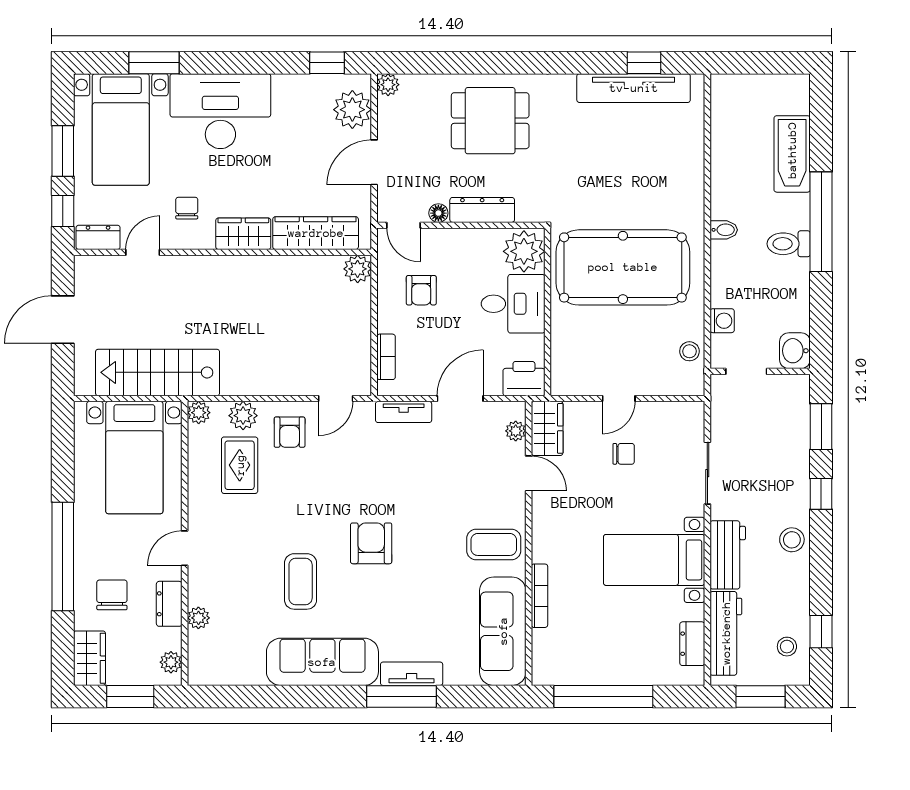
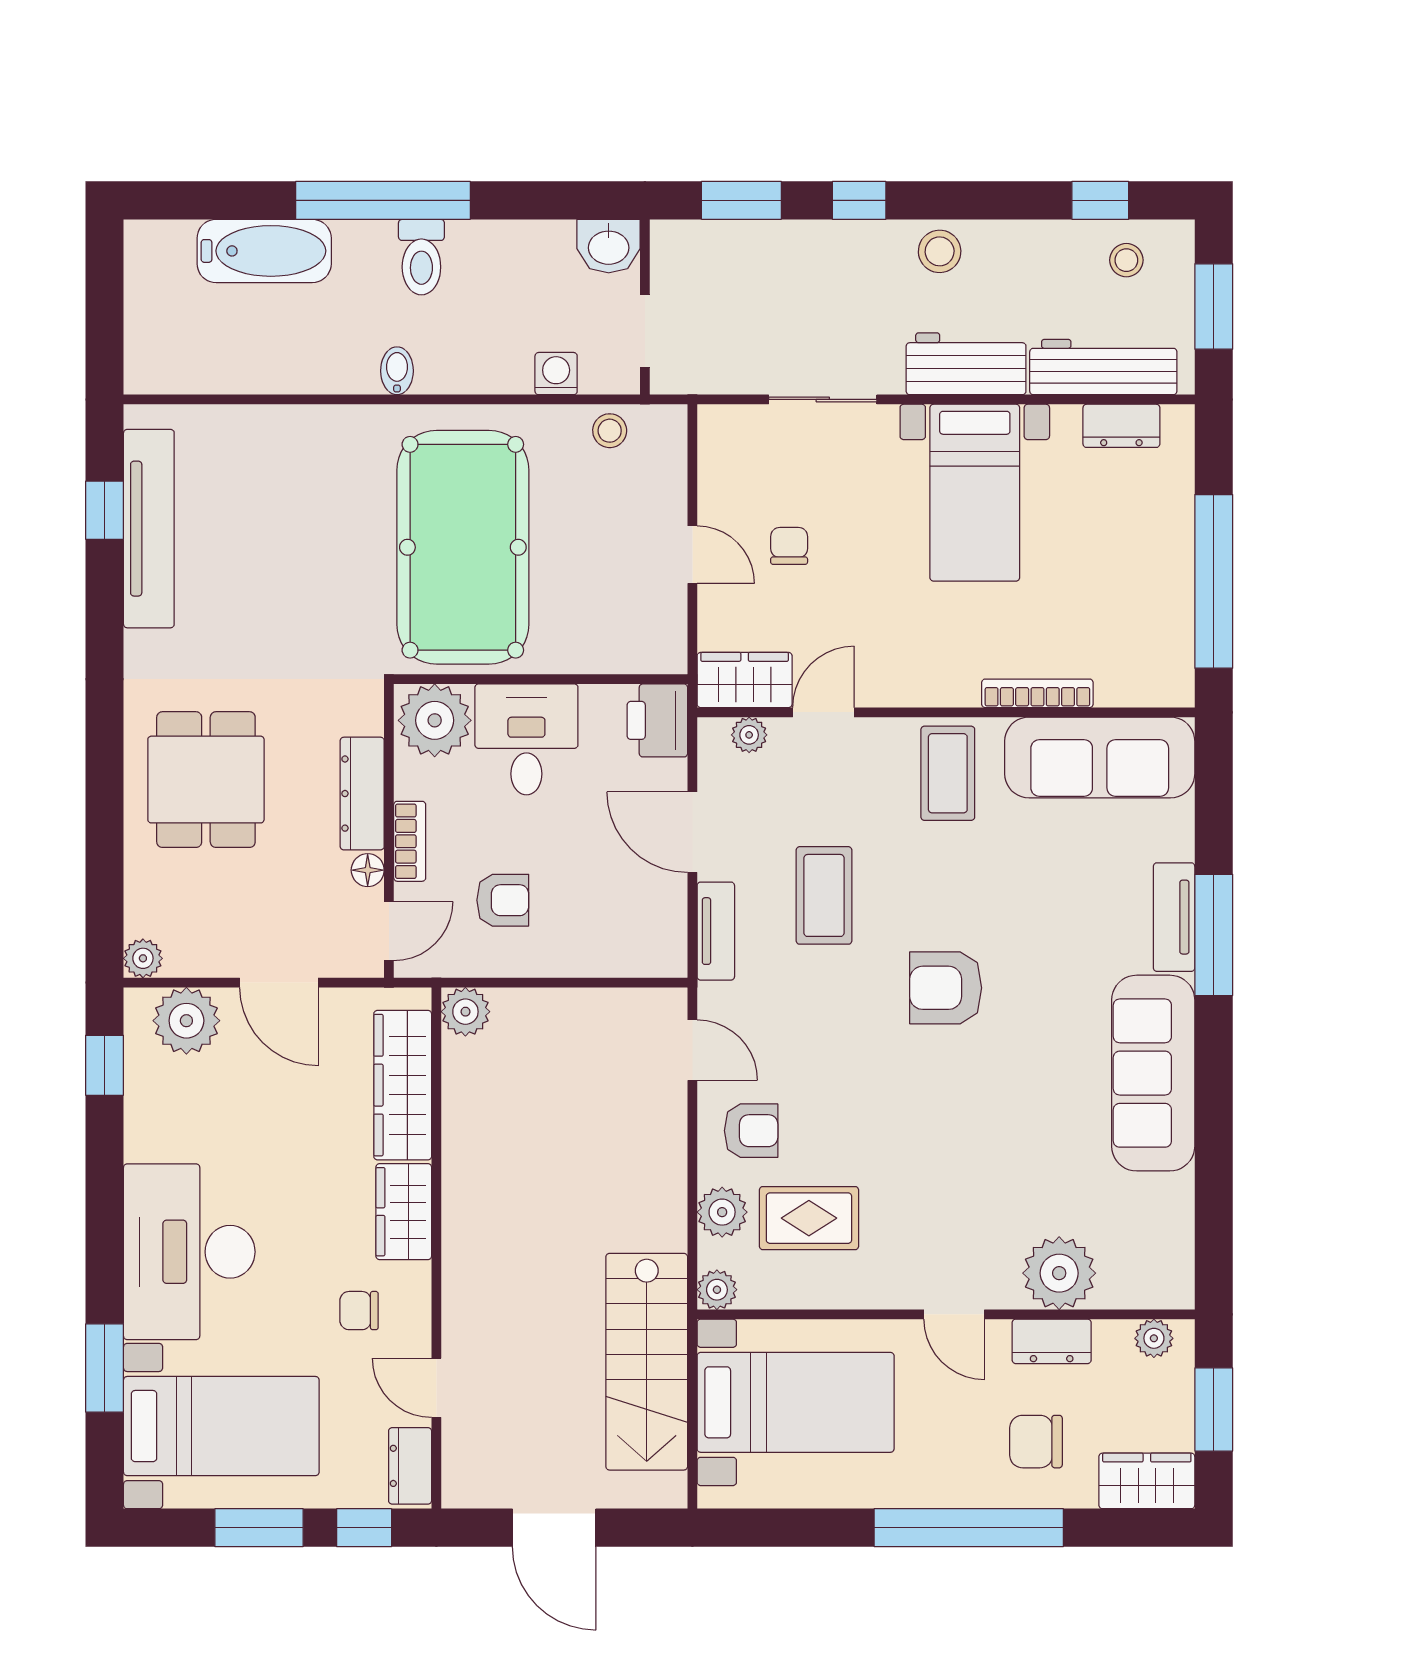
bookcase: (386, 357) -> (410, 841), moved, turned 90
coffee table: (301, 581) -> (824, 895), moved, turned 90
plant: (198, 618) -> (1059, 1273), width x1.87, depth x1.87

